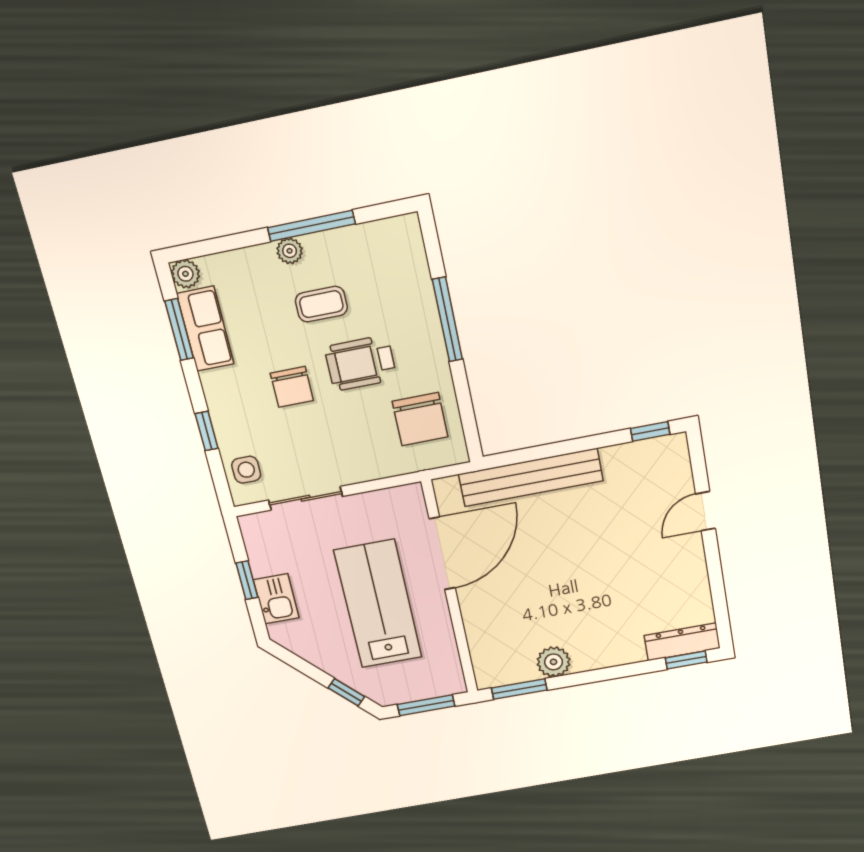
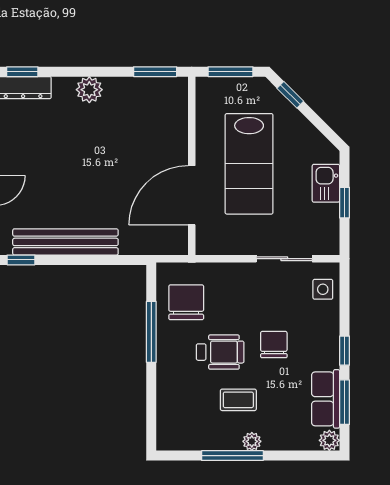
window: (447, 320) -> (151, 332), moved
window: (207, 431) -> (345, 351), moved
bench: (531, 478) -> (65, 242), moved
plant: (554, 662) -> (89, 90), moved

